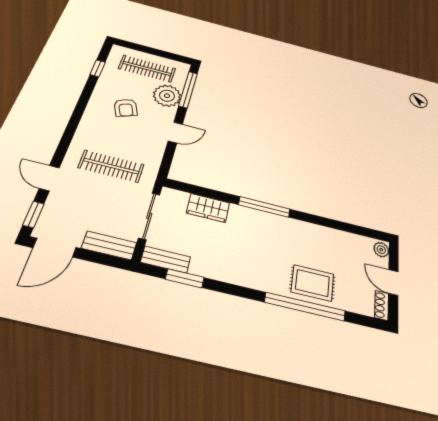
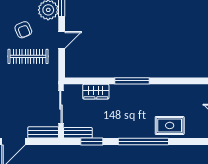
clothes rail: (111, 166) -> (28, 56), moved
window: (305, 307) -> (143, 142), moved

